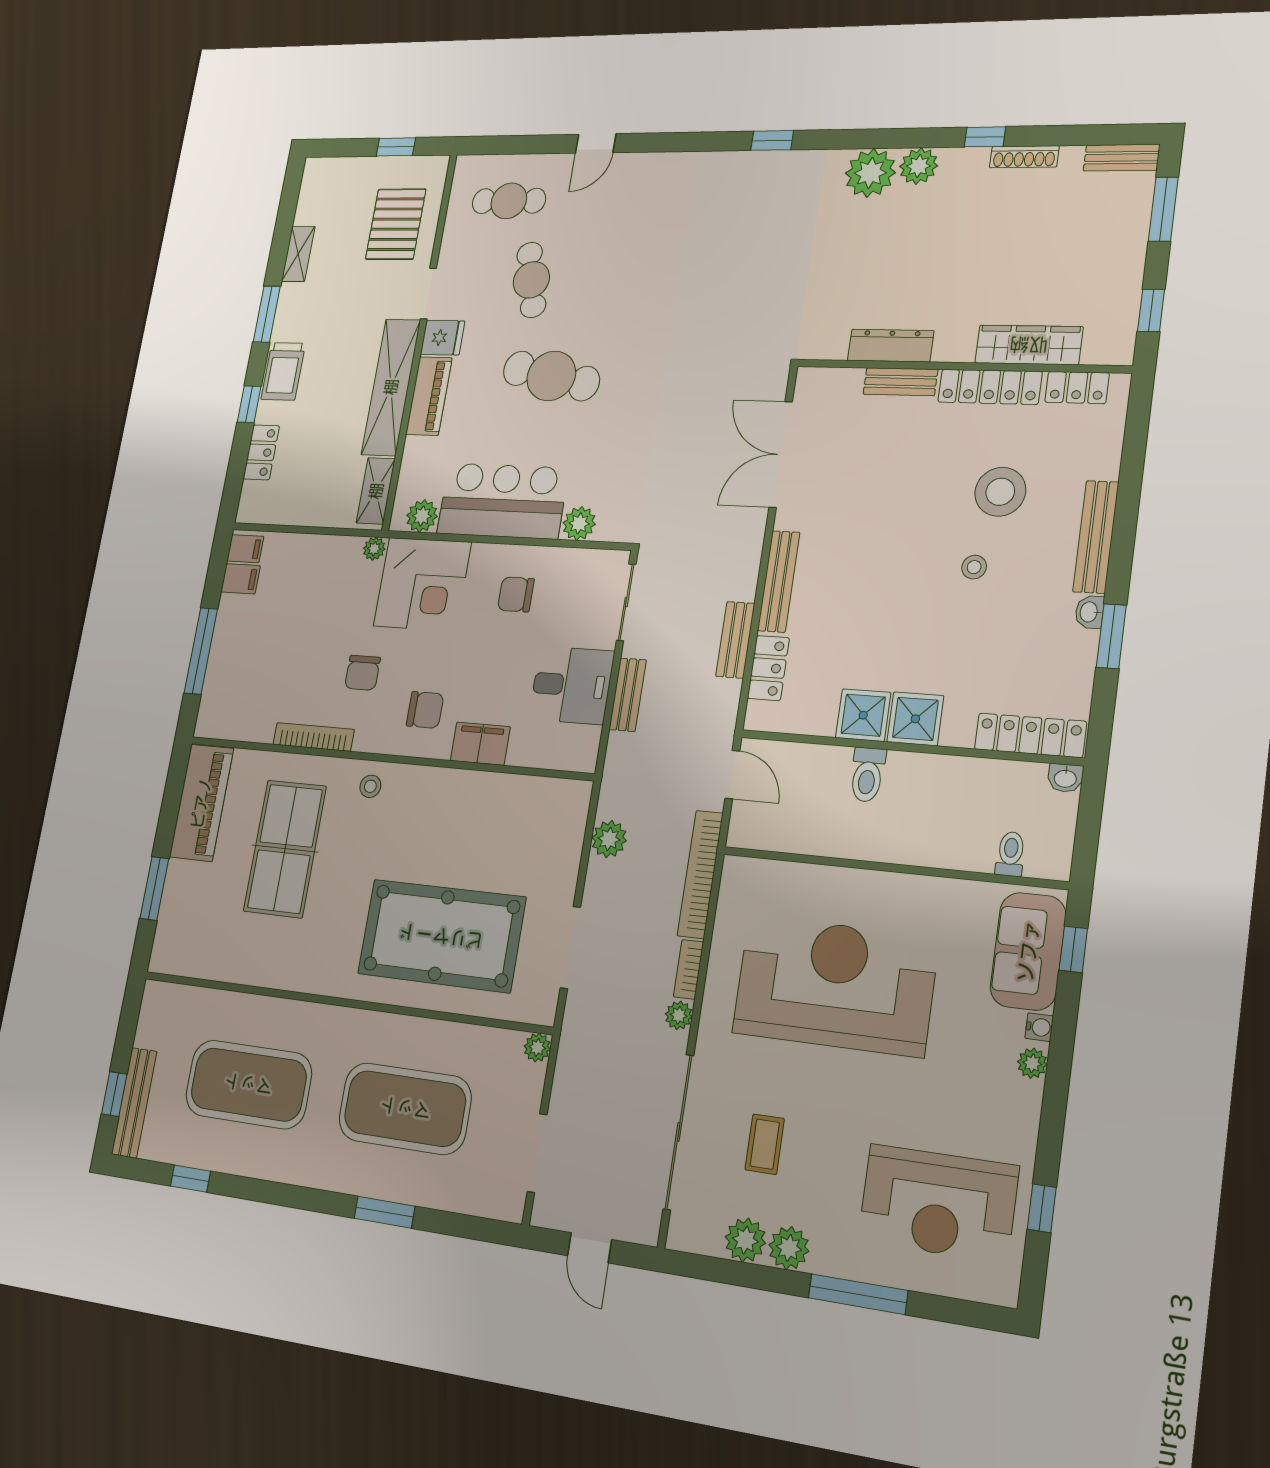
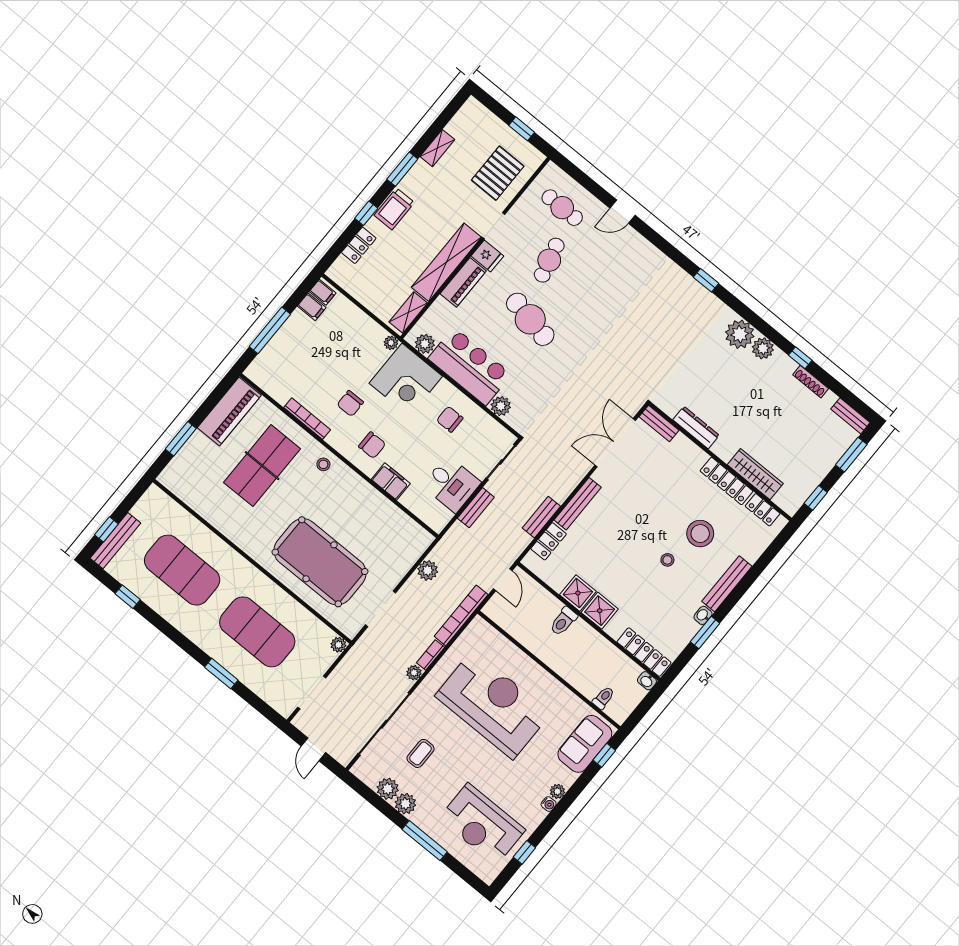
bench: (900, 382) -> (659, 423), moved
water cooler: (1039, 1027) -> (549, 804), moved

